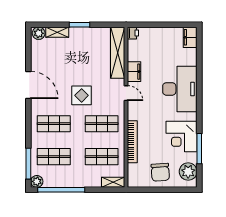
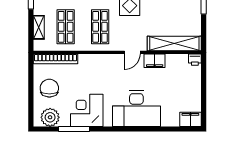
bookcase: (132, 142) -> (55, 59), moved
chair: (160, 172) -> (49, 88), turned 94
shelving: (113, 182) -> (39, 27), moved

